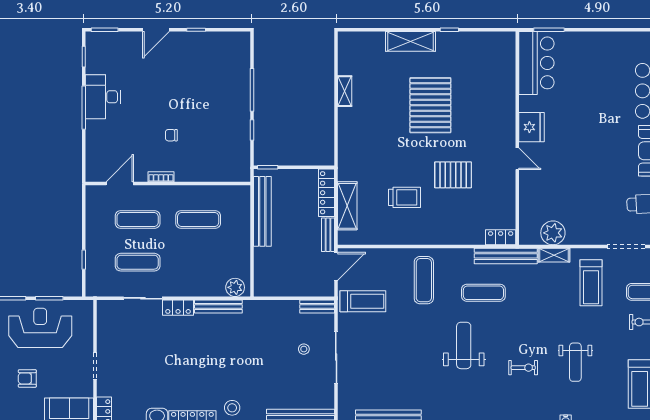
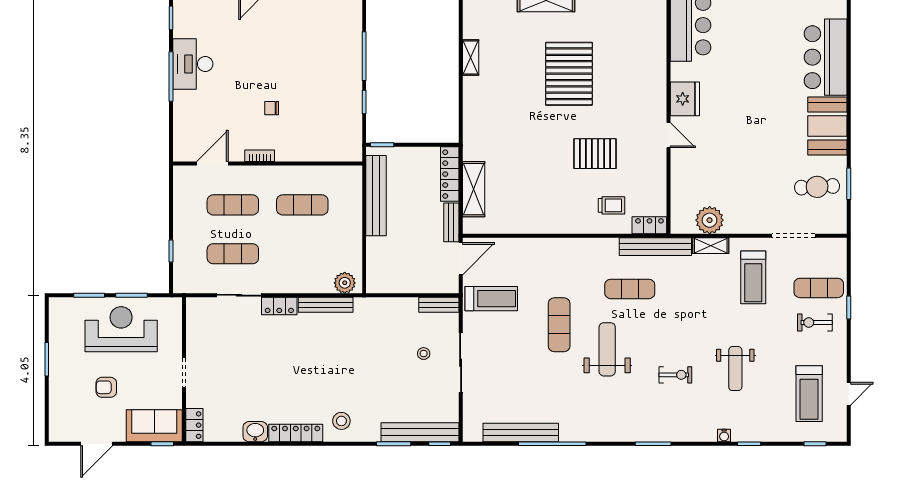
trolley: (405, 197) -> (612, 205), moved, width x0.73, depth x0.72
exercise mat: (424, 280) -> (559, 325), moved

